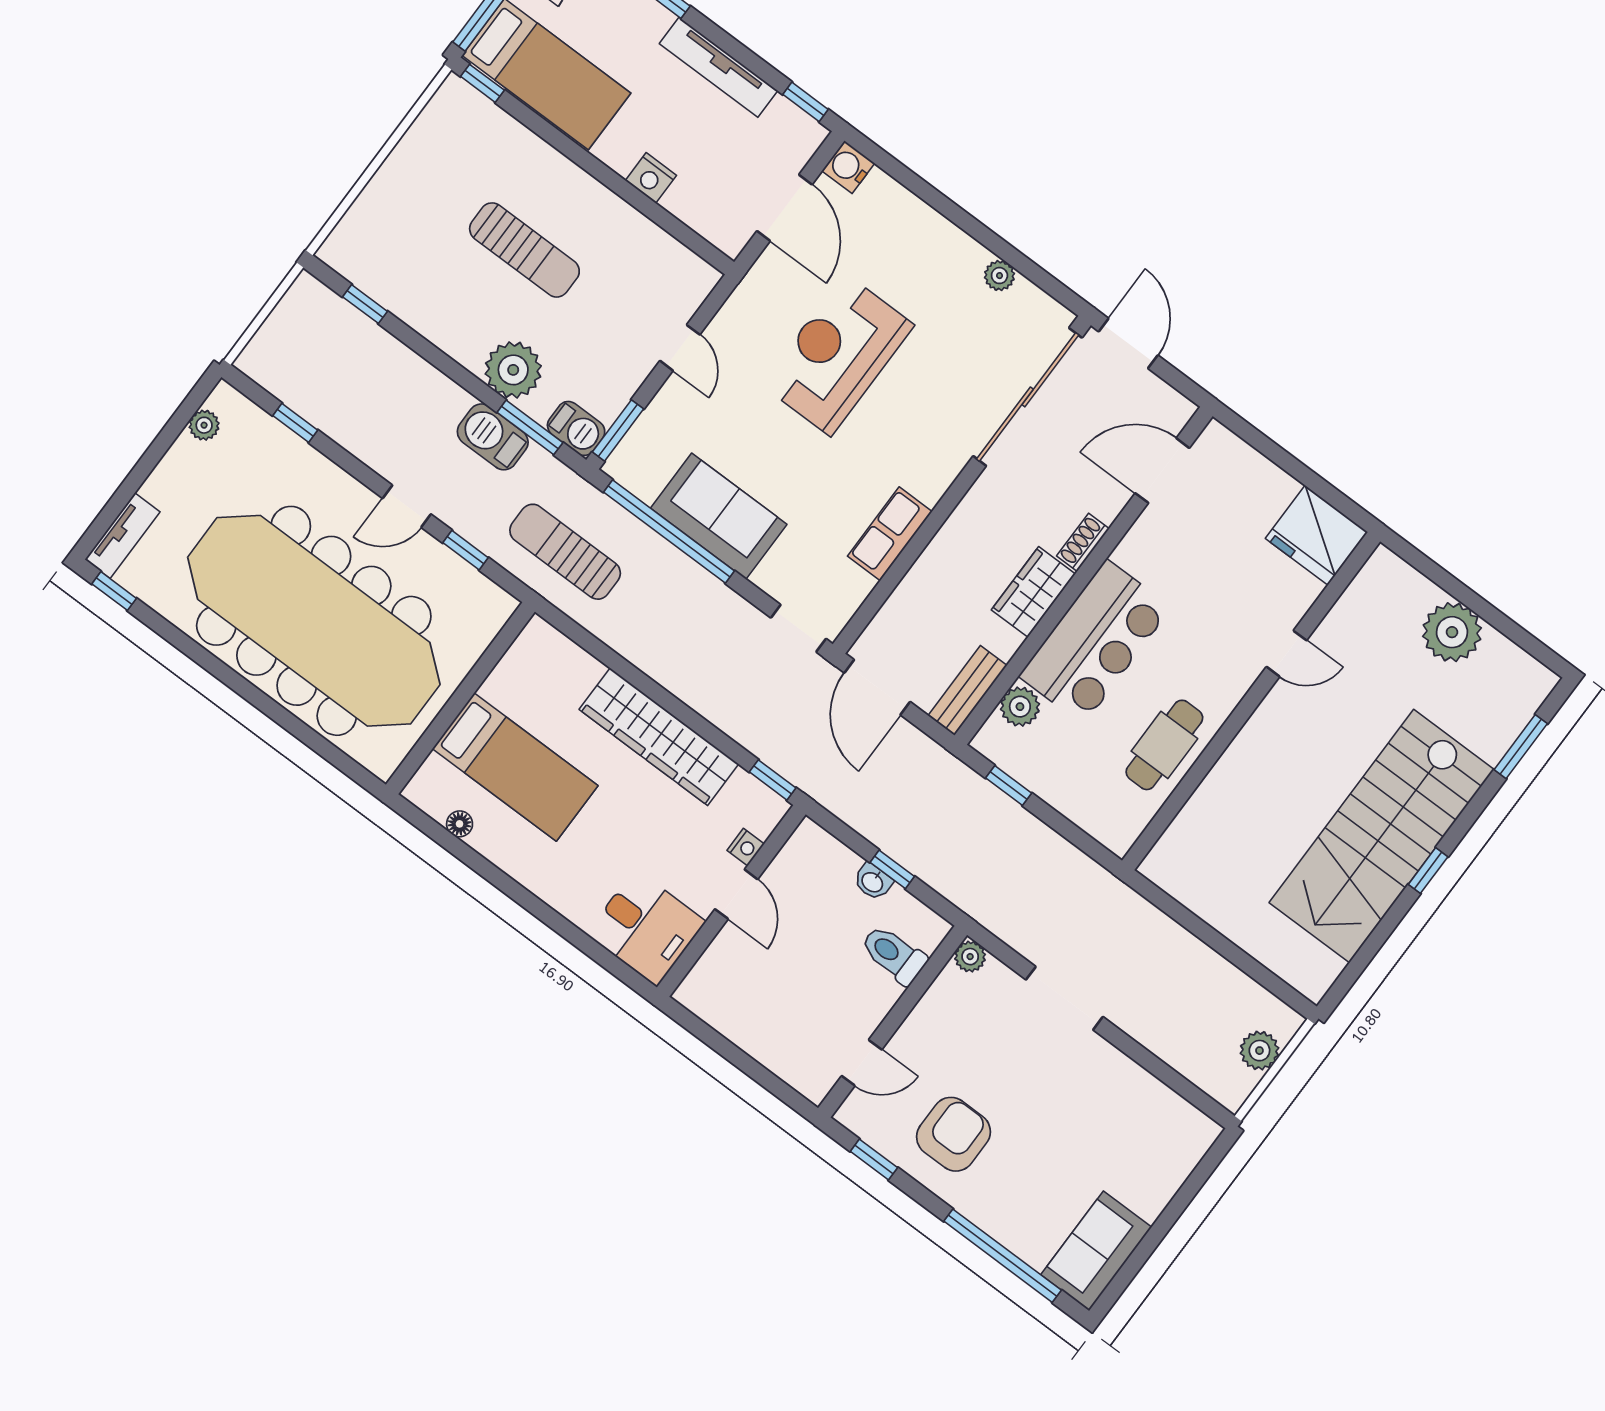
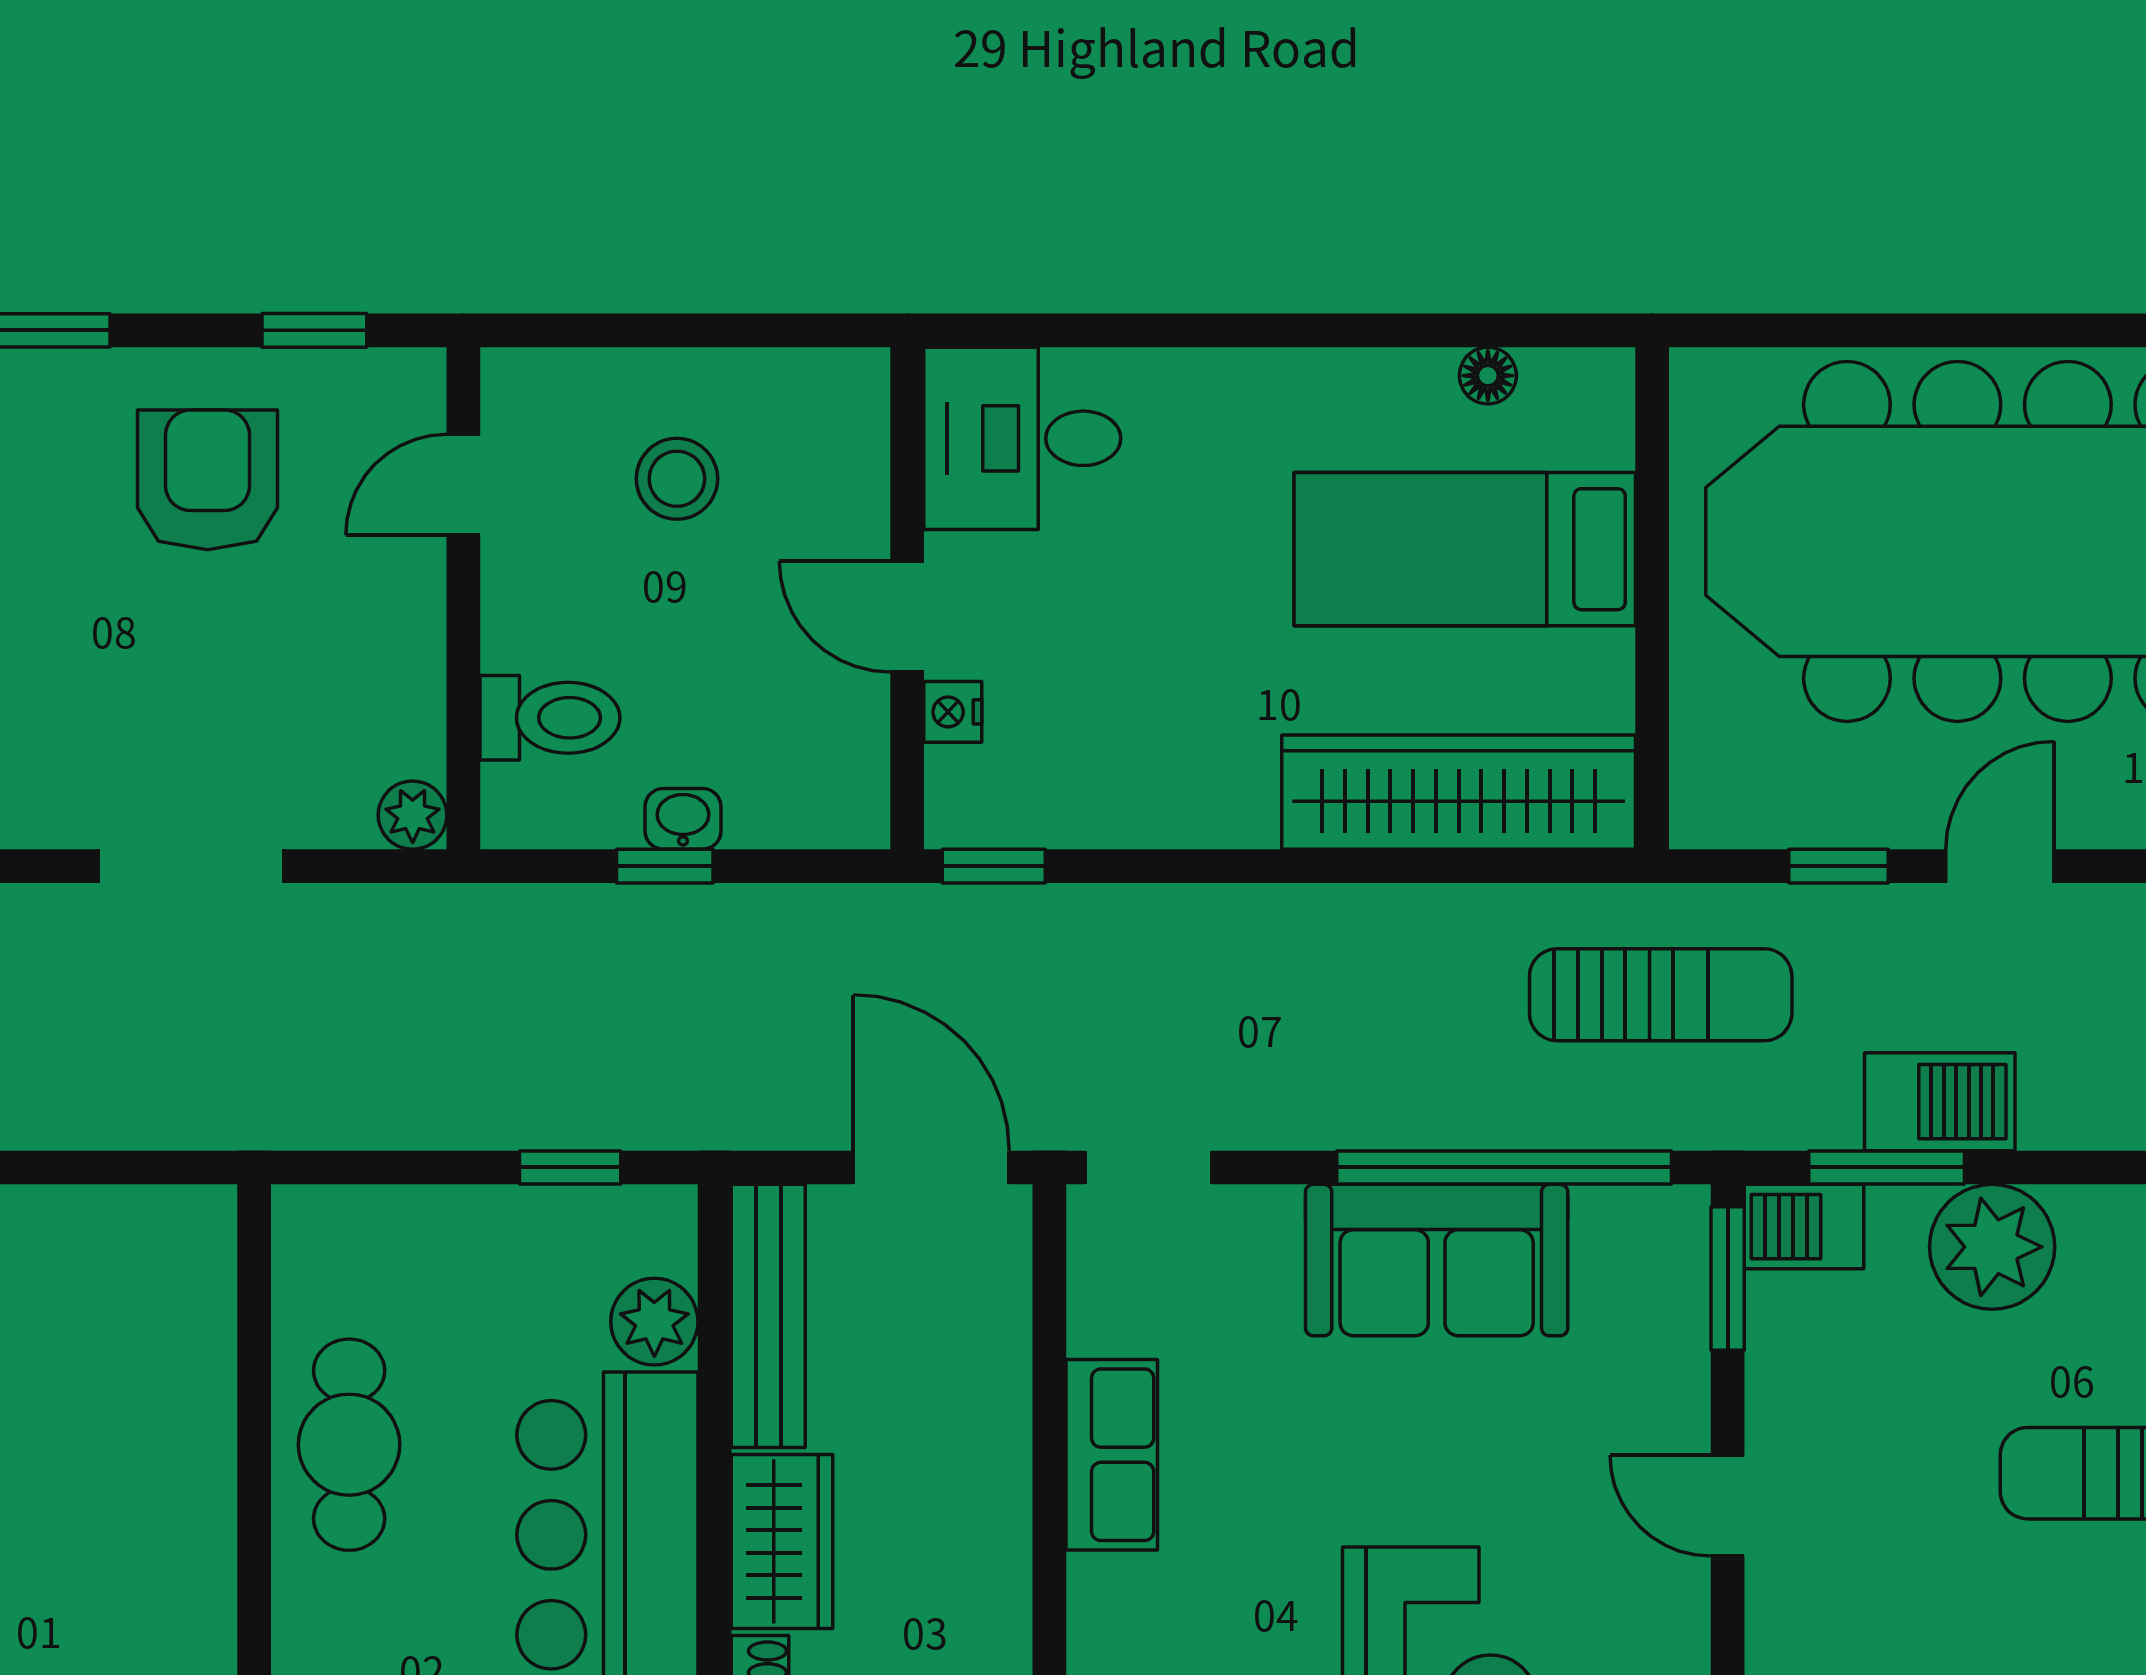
bench: (967, 690) -> (768, 1316), width x1.36
wardrobe: (659, 737) -> (1459, 792), moved
stool: (782, 1007) -> (677, 479), added
armchair: (953, 1134) -> (208, 480), turned 180

